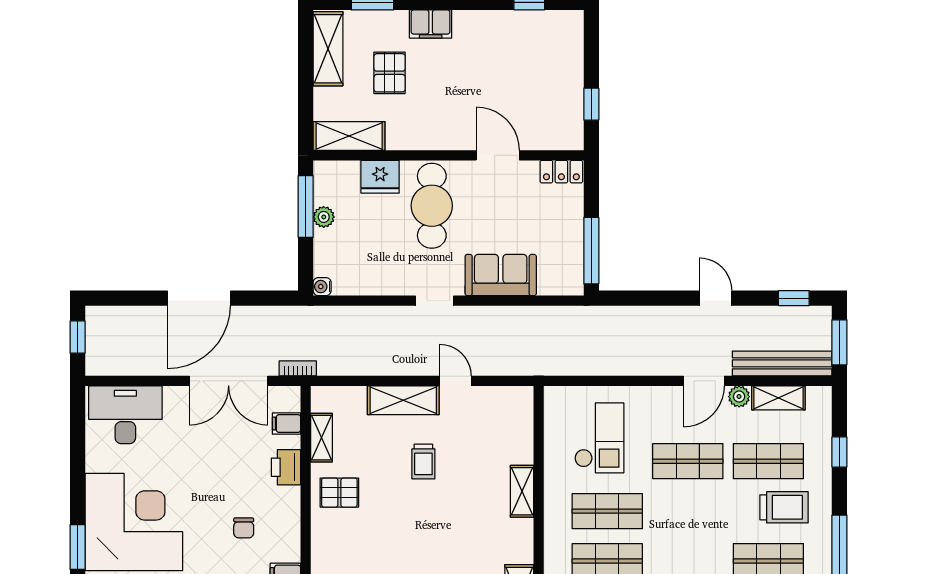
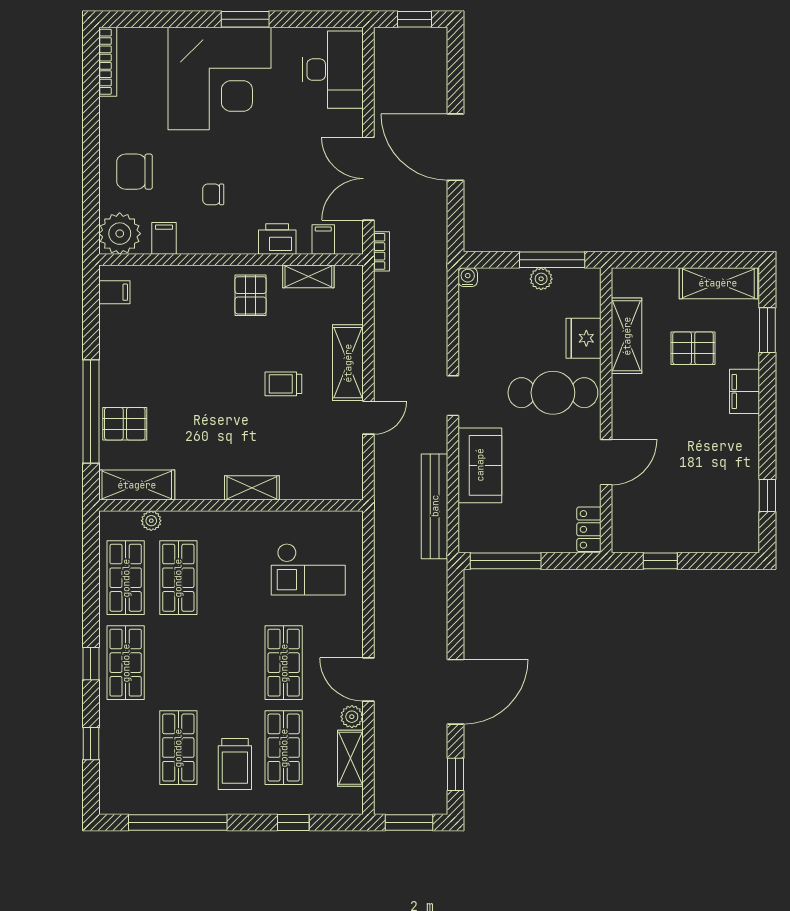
shelving: (349, 136) -> (627, 336), moved
door: (715, 298) -> (456, 692), width x1.88
bench: (782, 363) -> (435, 506), moved
shop shelf: (607, 511) -> (231, 578), removed
window: (78, 547) -> (245, 19), moved

